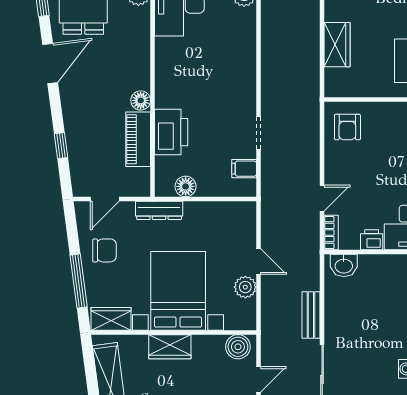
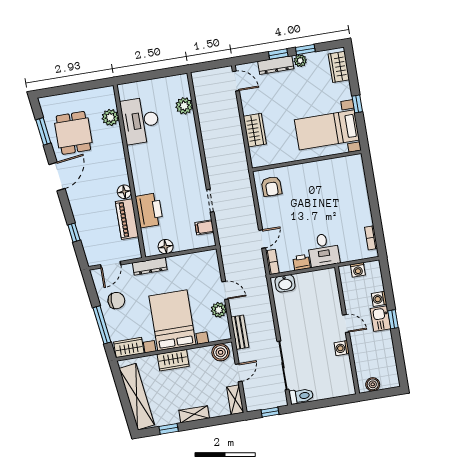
bench: (311, 315) -> (240, 332), moved

